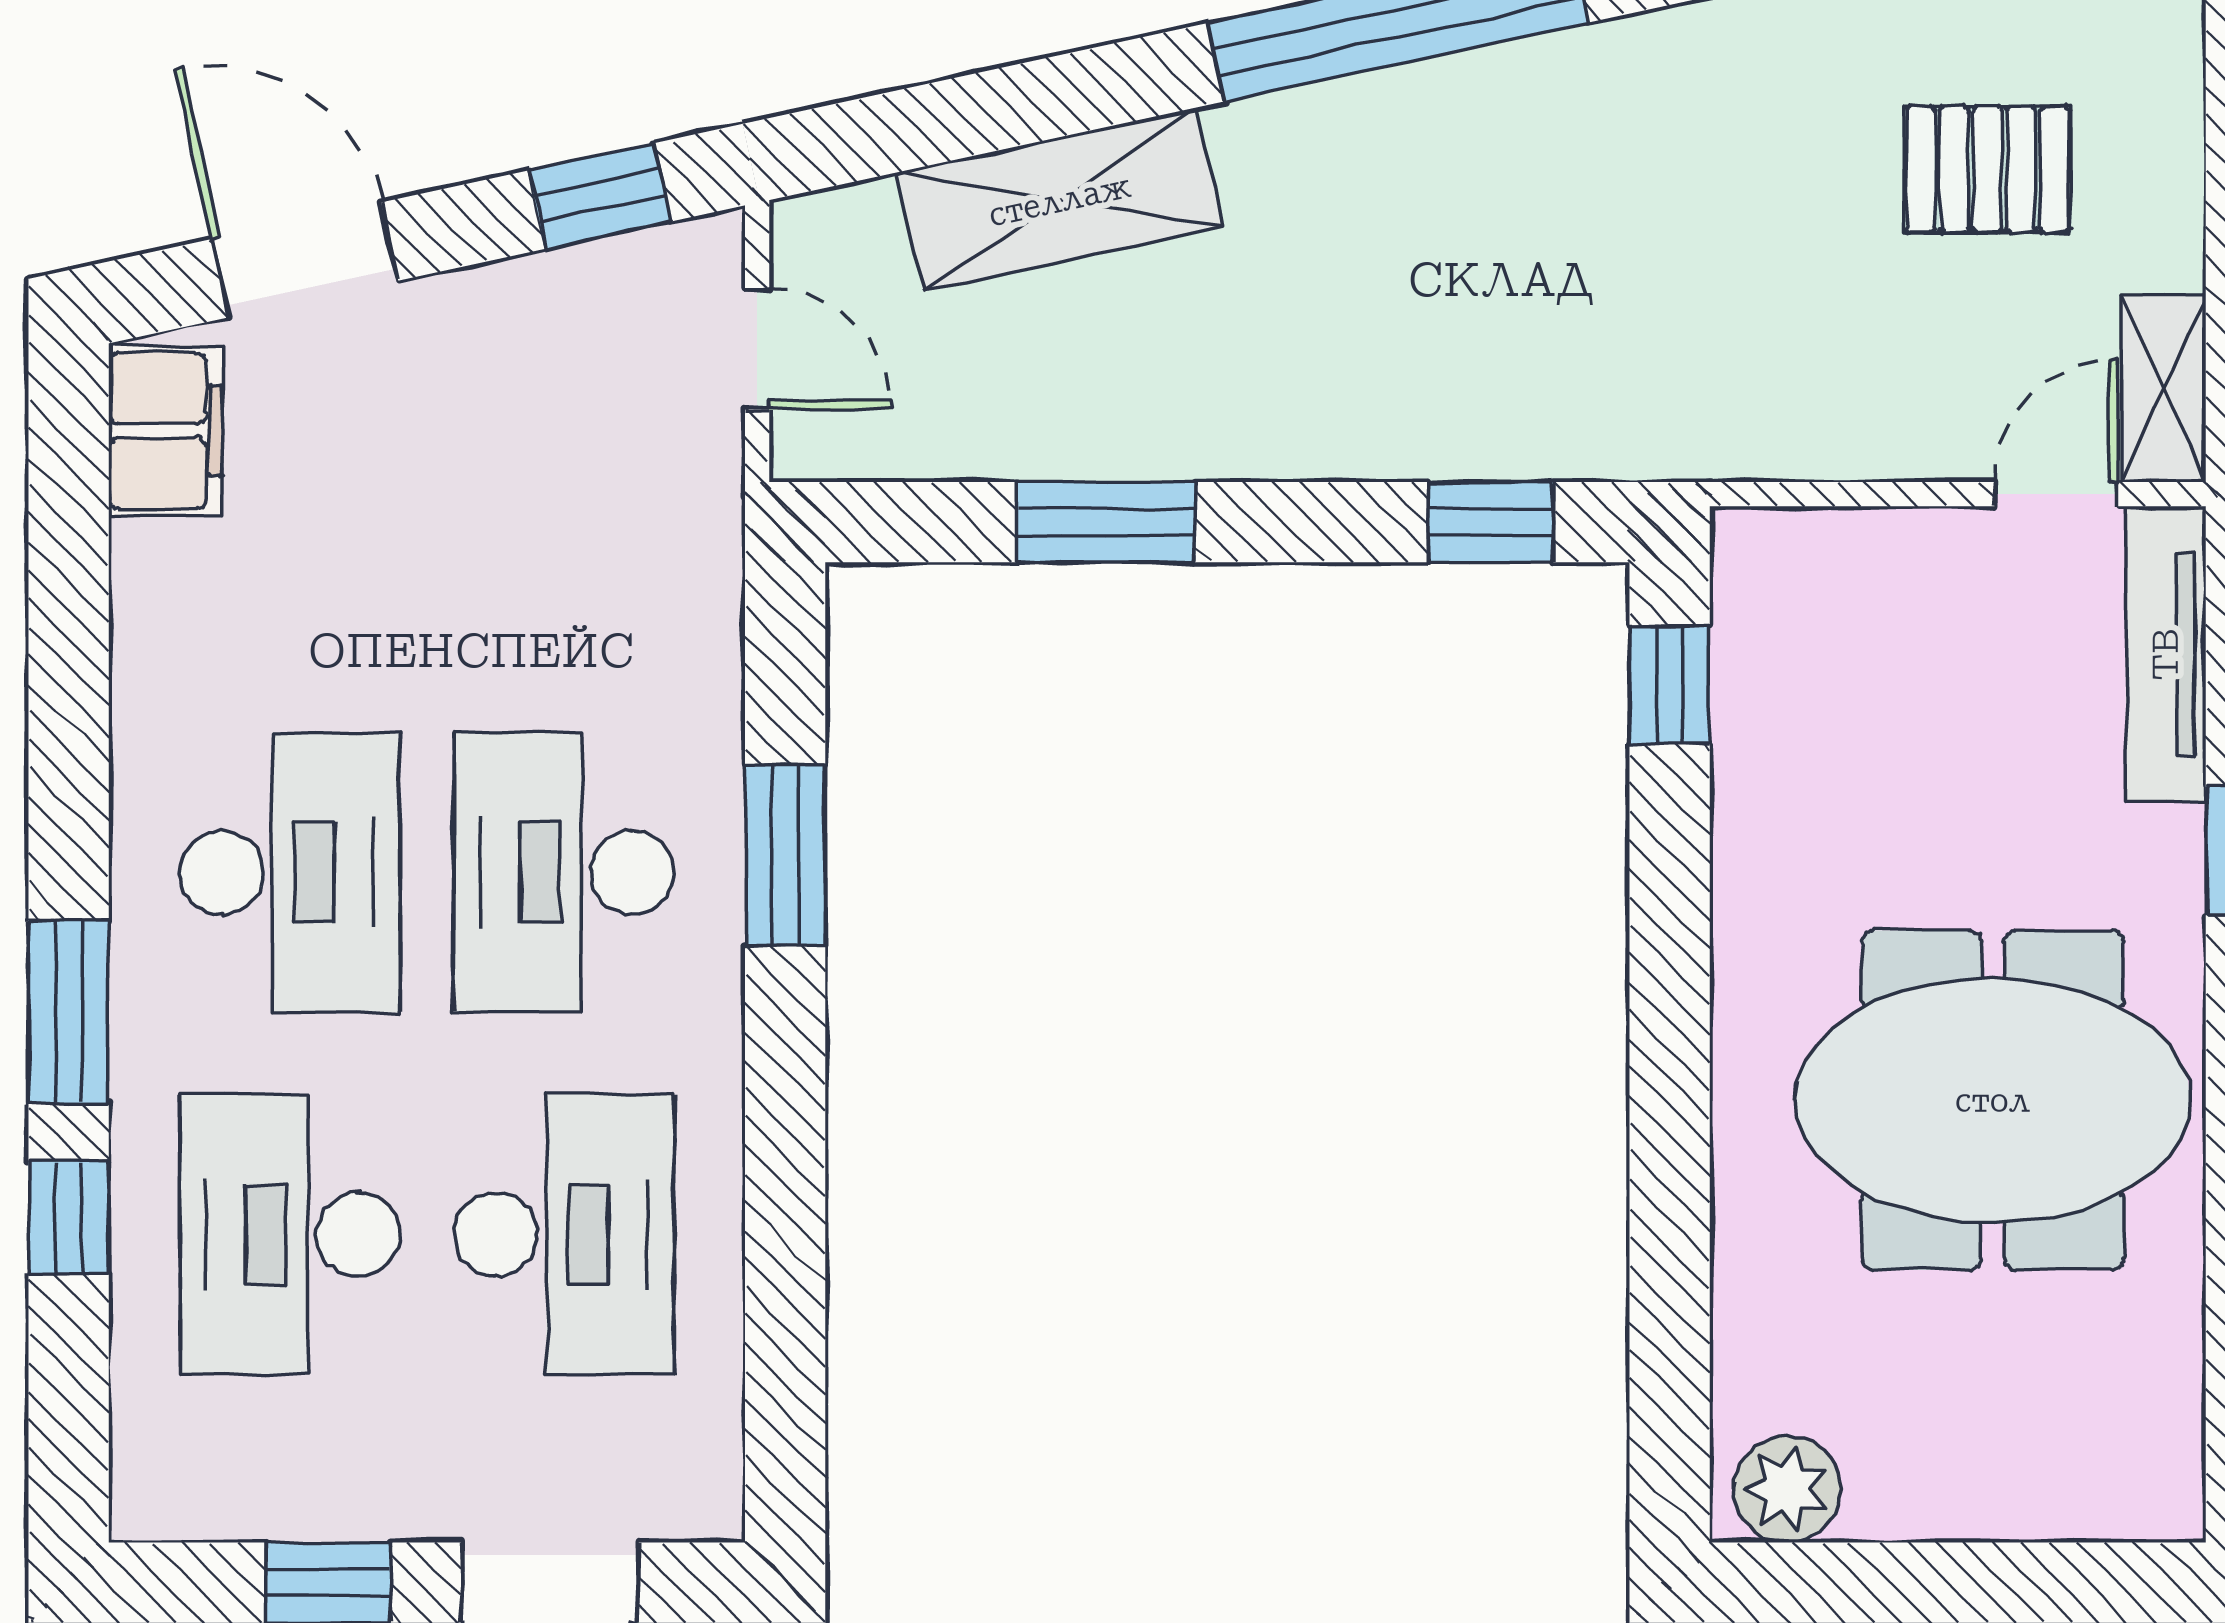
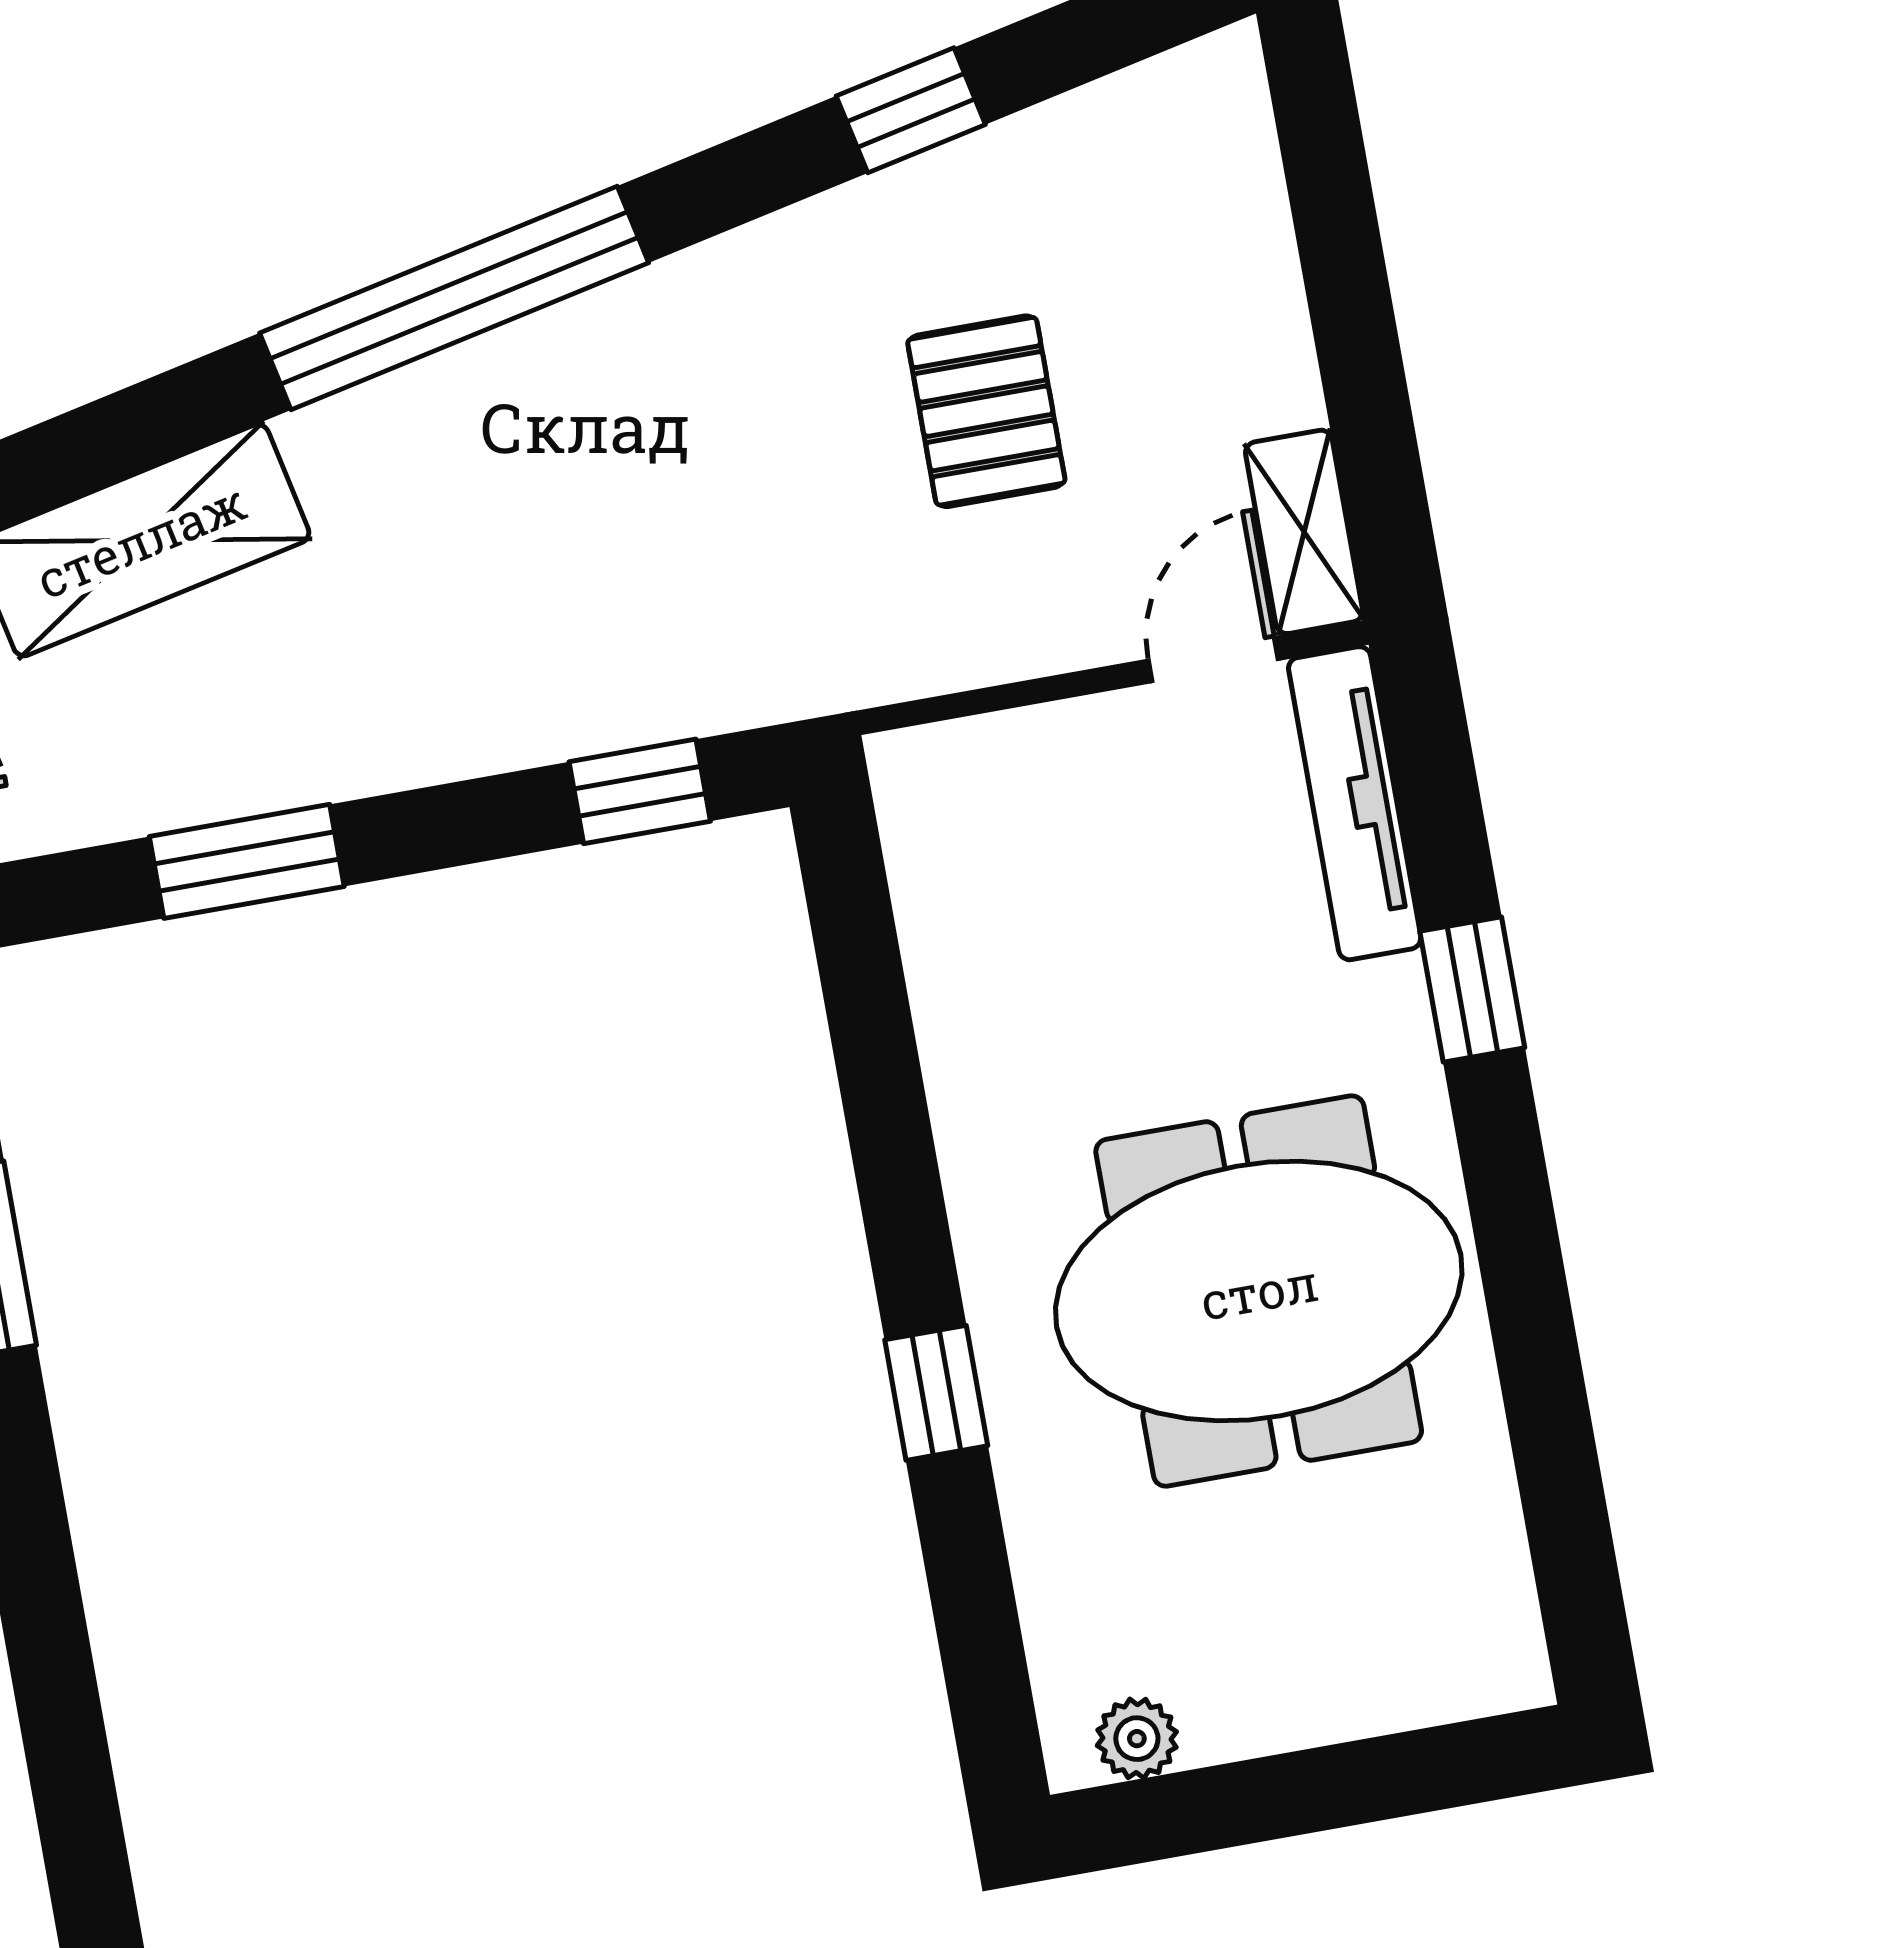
pallet: (1987, 169) -> (986, 411), moved, turned 90
window: (1670, 685) -> (936, 1393), moved
plant: (1787, 1489) -> (1137, 1739), width x0.73, depth x0.73

